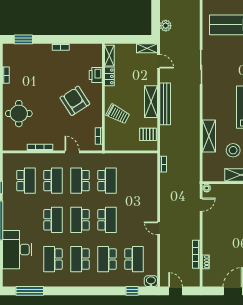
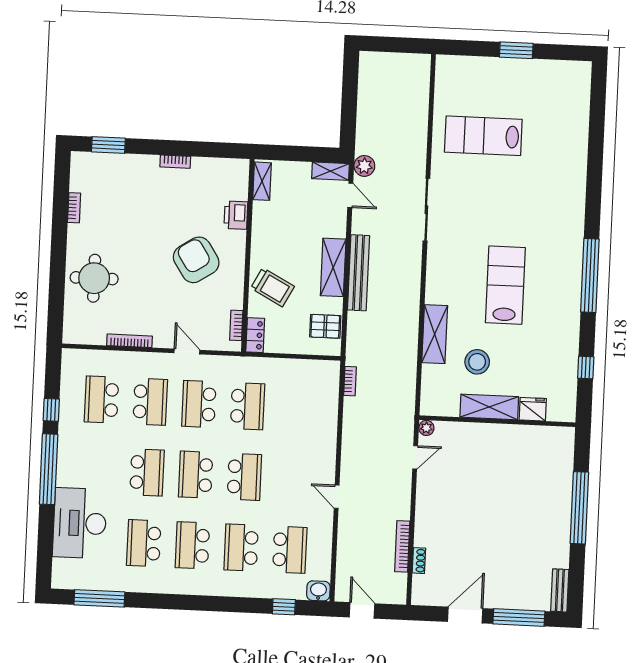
plant: (166, 26) -> (364, 166), moved
locker: (109, 76) -> (255, 335), moved
school desk: (26, 181) -> (102, 400), turned 180

